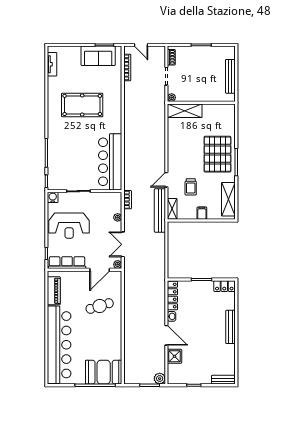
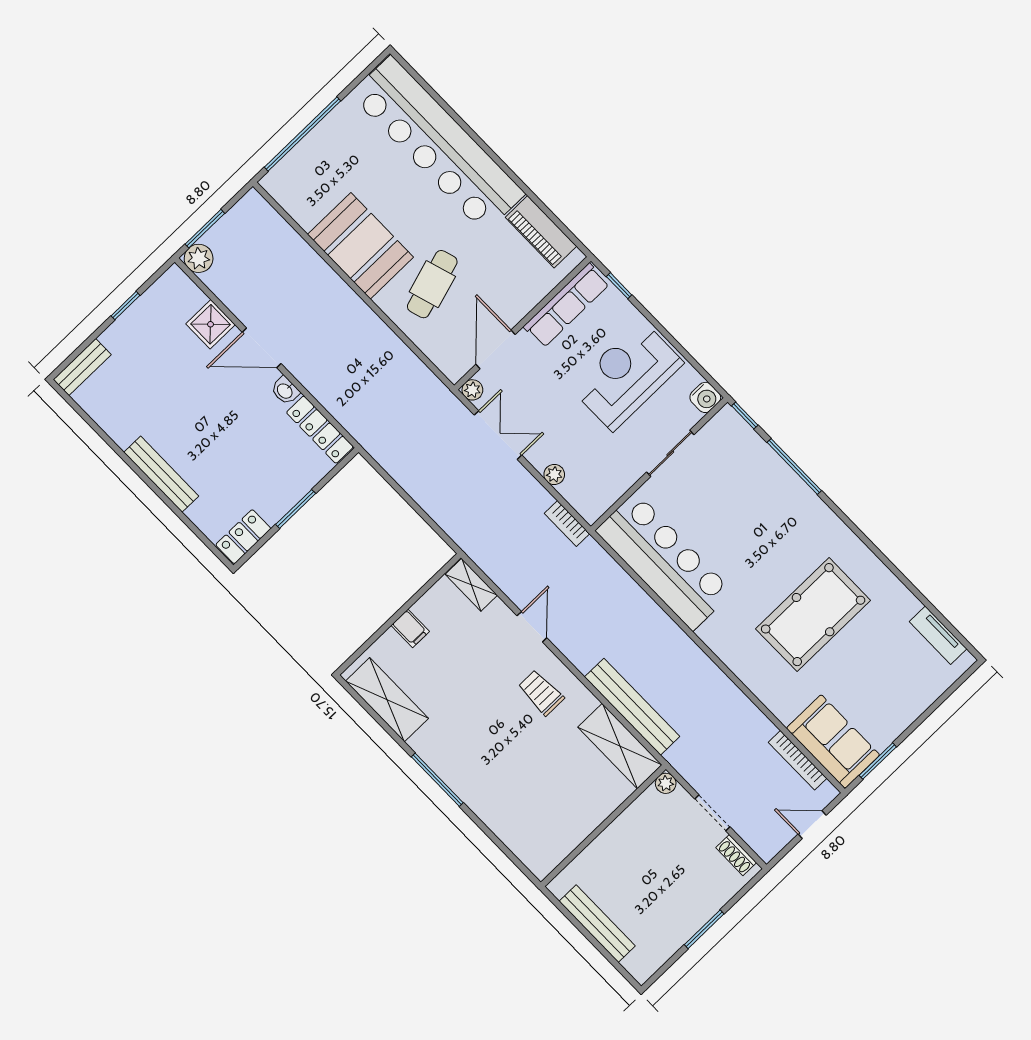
sofa: (98, 56) -> (833, 742), moved, turned 90
shelving: (185, 111) -> (620, 746), moved, turned 90
pallet: (217, 154) -> (485, 761), removed
trolley: (191, 187) -> (541, 693), moved
bench: (160, 210) -> (632, 707), moved
booth: (104, 372) -> (361, 246), moved, turned 90

